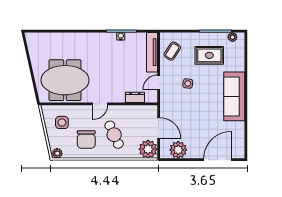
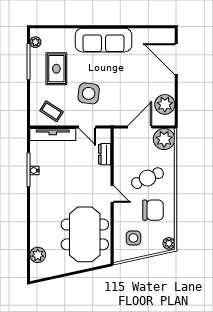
plant: (47, 39) -> (38, 255), added
side table: (188, 83) -> (89, 93), width x1.87, depth x1.87

